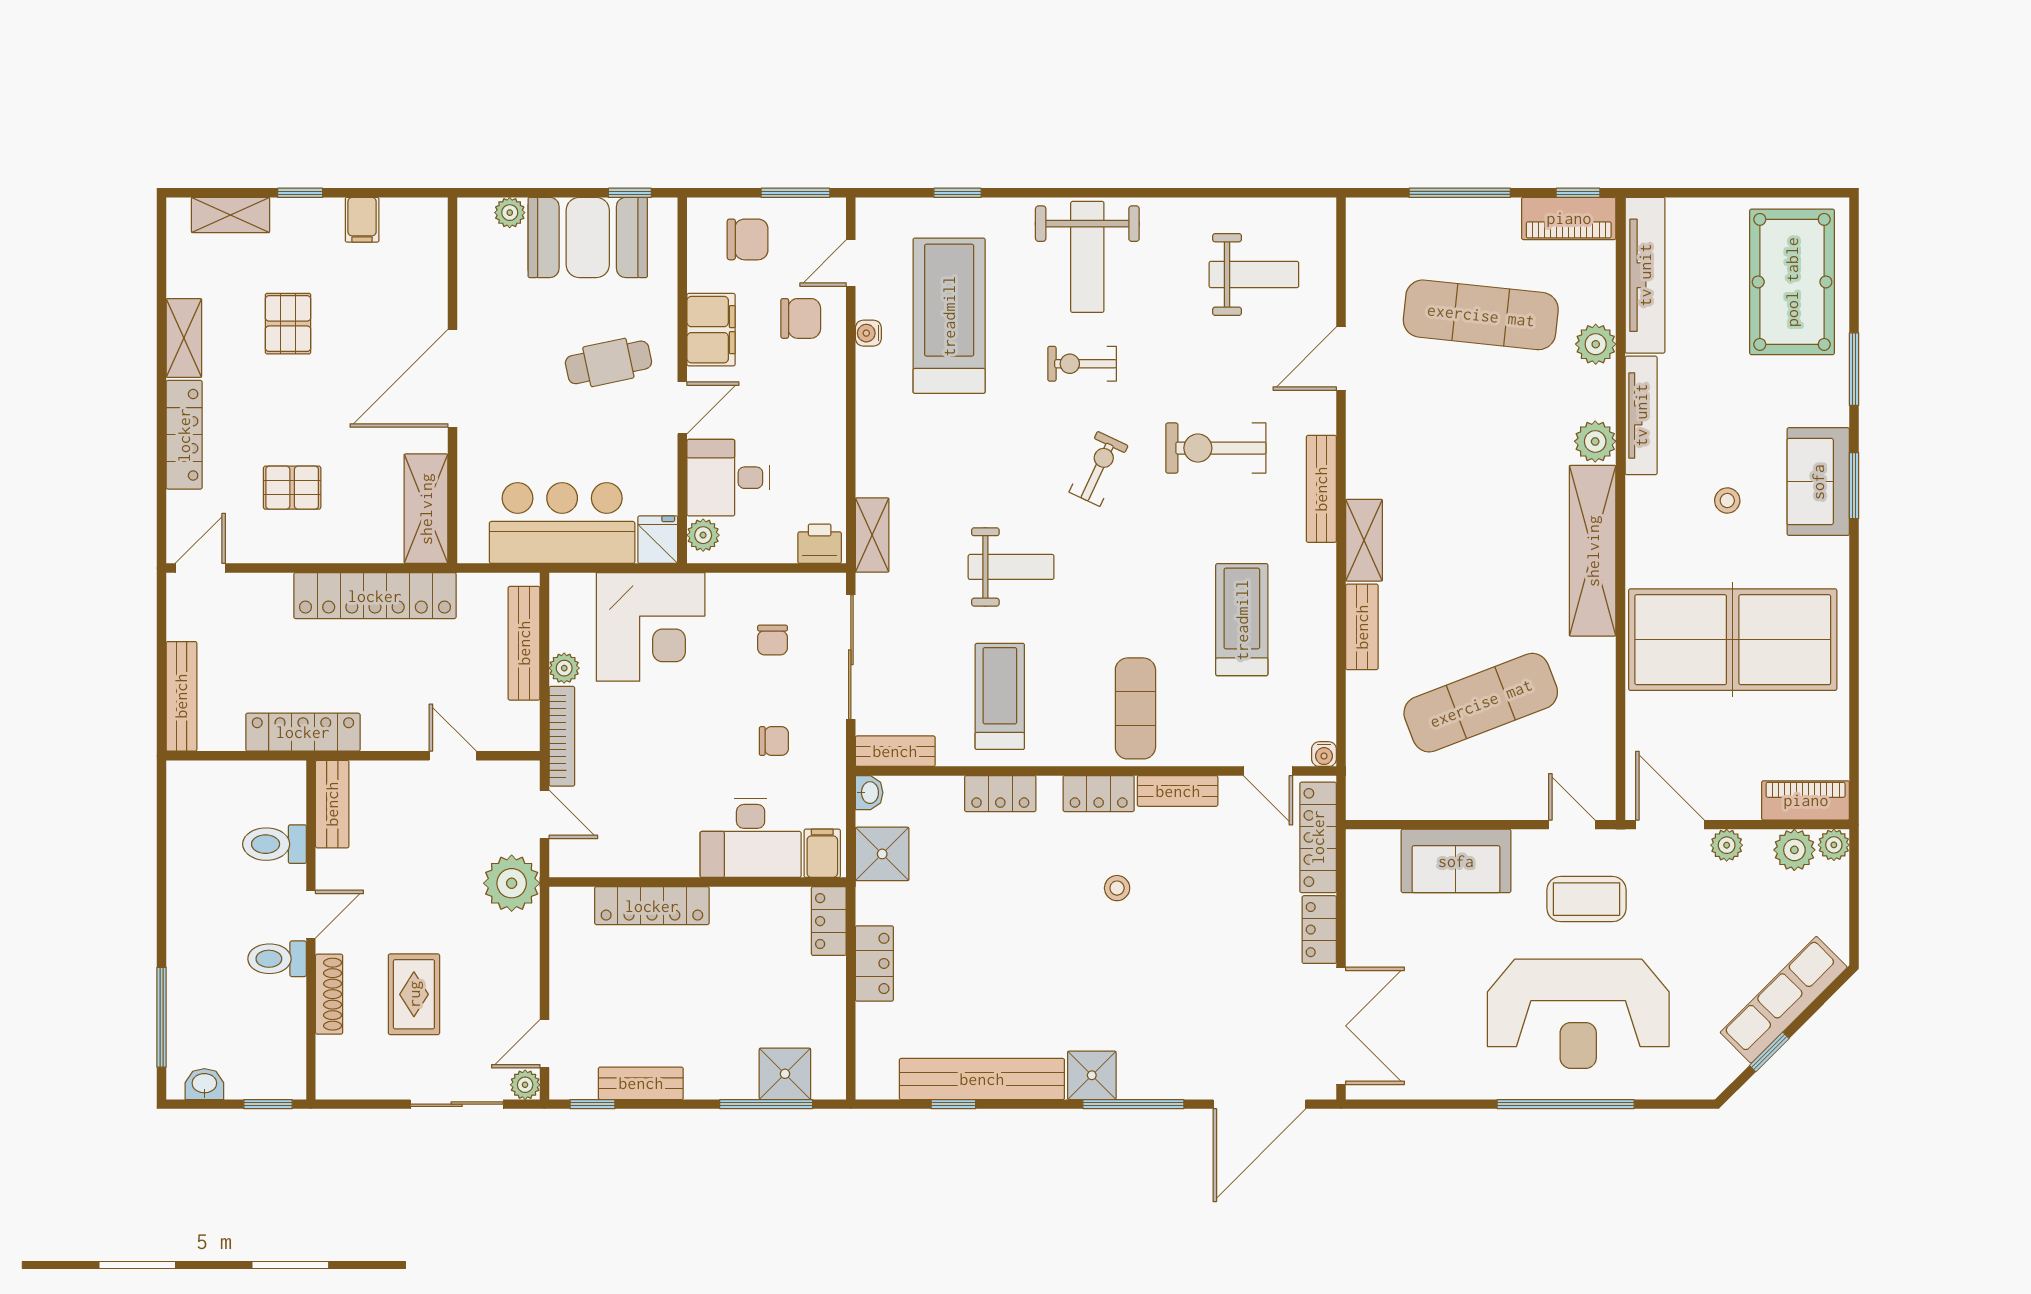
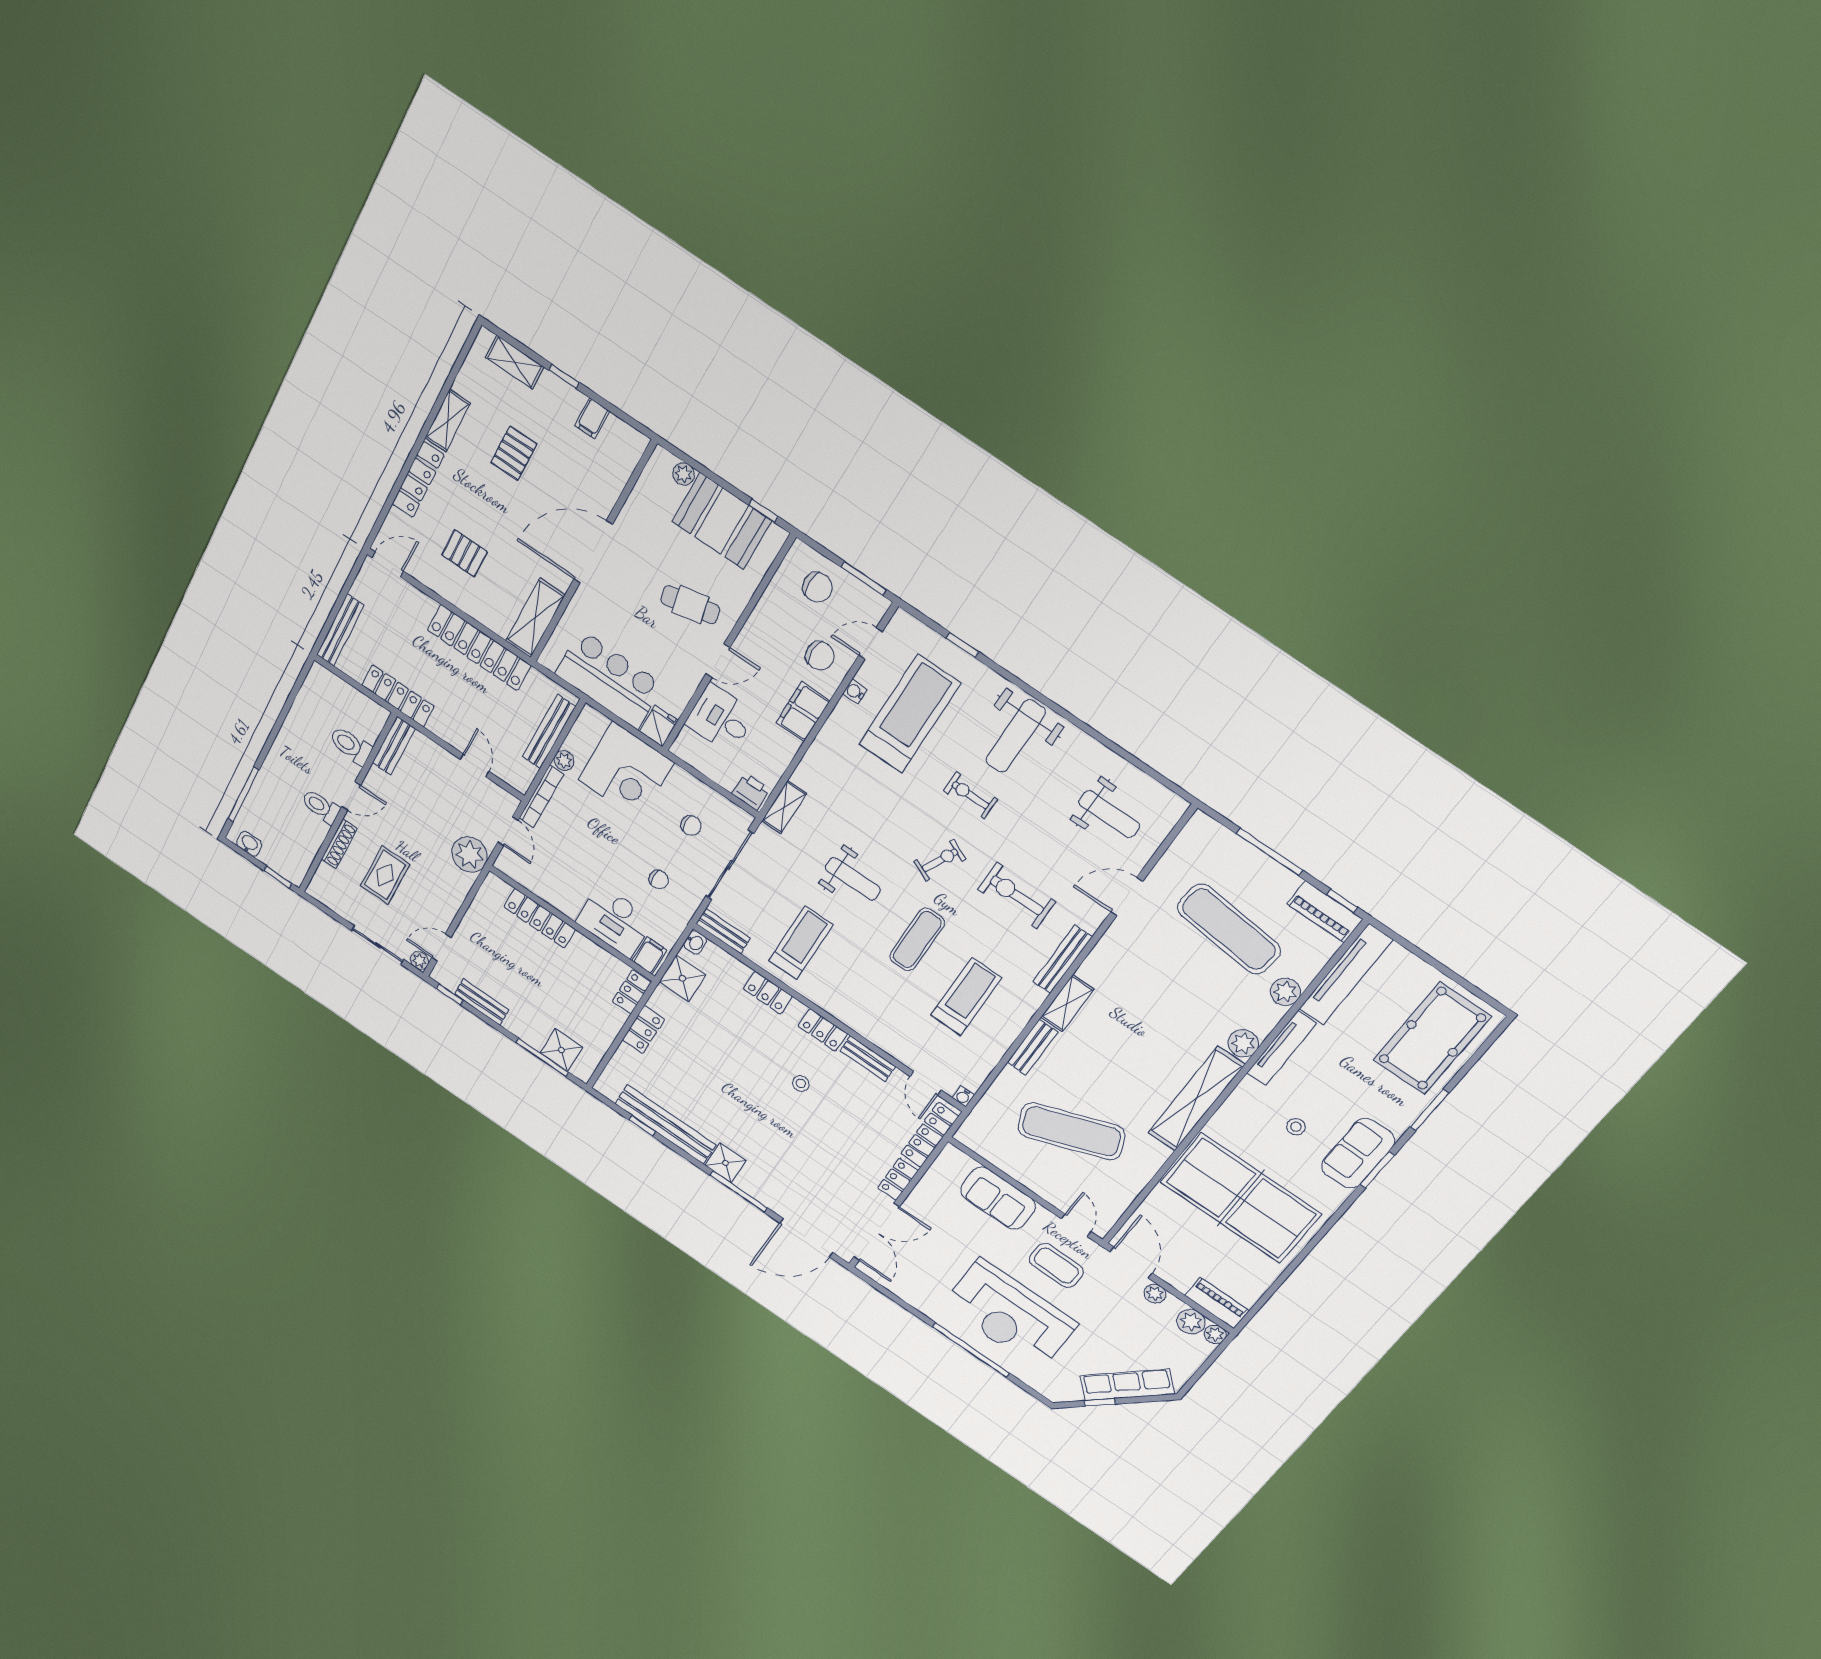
filing cabinet: (711, 330) -> (803, 712), moved, turned 180
plant: (703, 535) -> (686, 741), removed
chair: (772, 640) -> (691, 825), turned -90
exercise mat: (1135, 708) -> (917, 940), moved

